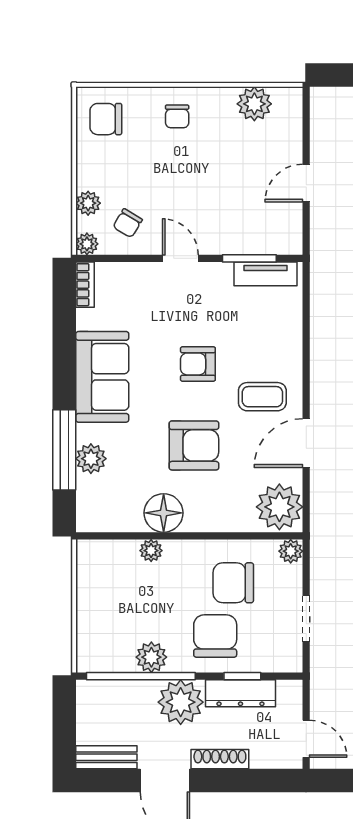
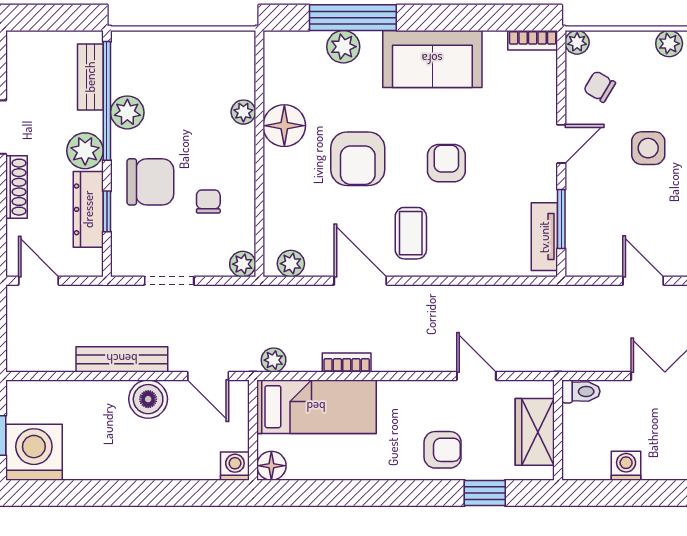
side table: (184, 179) -> (648, 148), added
plant: (88, 203) -> (669, 44), moved
plant: (279, 507) -> (291, 264), width x0.53, depth x0.53
chair: (233, 583) -> (208, 201), width x0.54, depth x0.54
plant: (181, 702) -> (85, 151), width x0.73, depth x0.73
door: (306, 739) -> (39, 281), swing flipped
bench: (106, 757) -> (90, 77), moved

